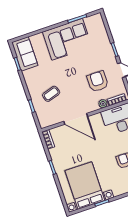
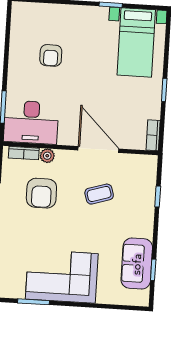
sofa: (25, 54) -> (137, 264), moved
coffee table: (51, 94) -> (99, 194), moved
bed with nightstands: (85, 186) -> (136, 42), width x0.73

